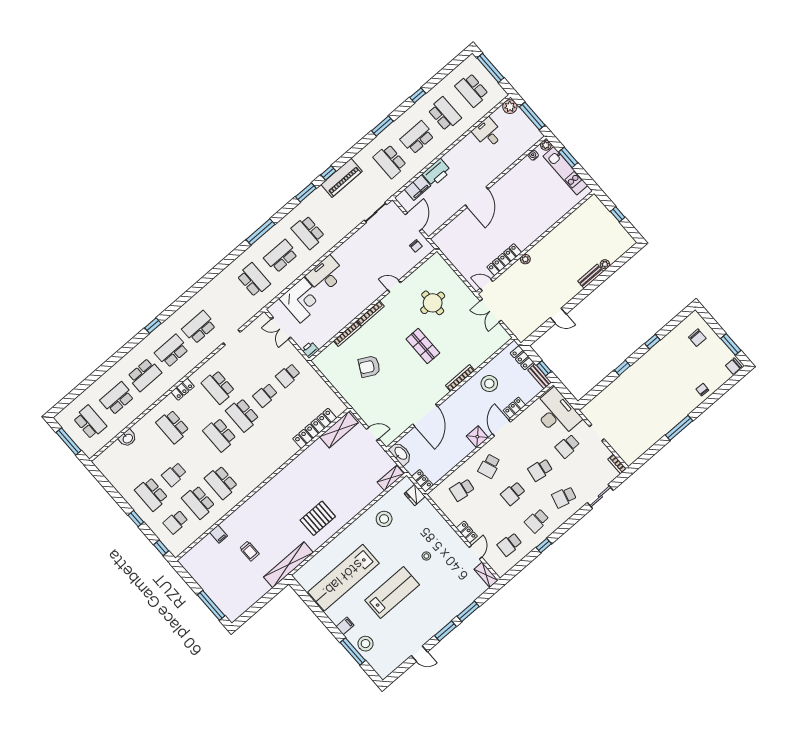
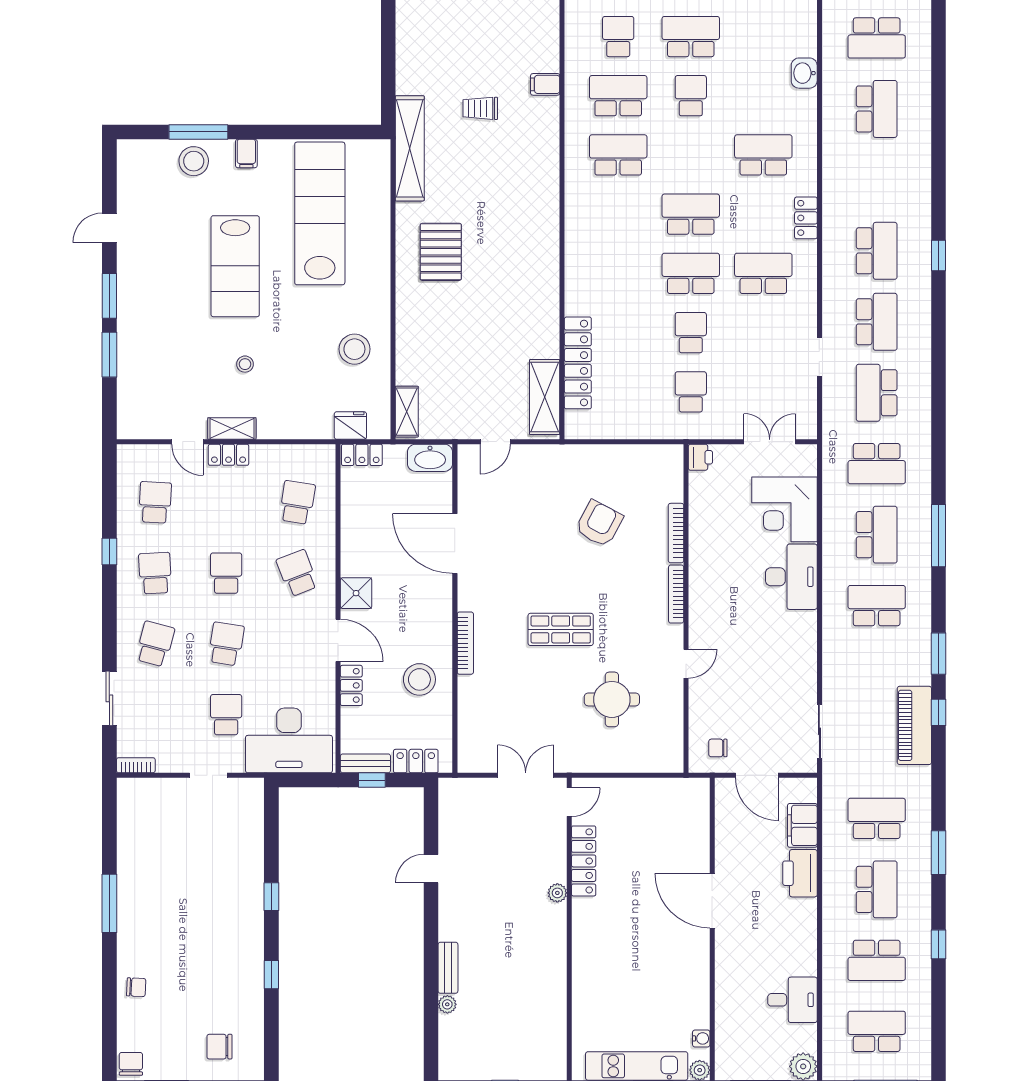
school desk: (144, 375) -> (877, 393), moved
shelving: (486, 575) -> (232, 429), moved

